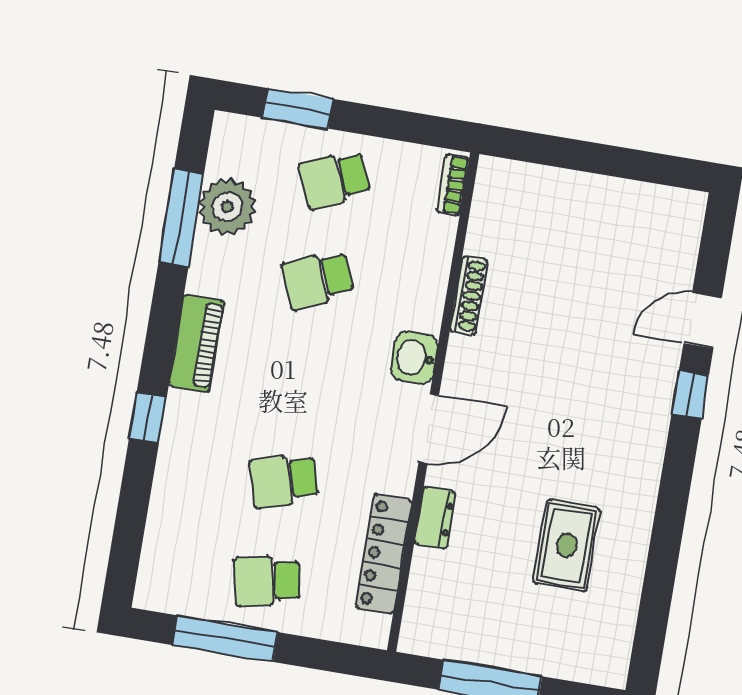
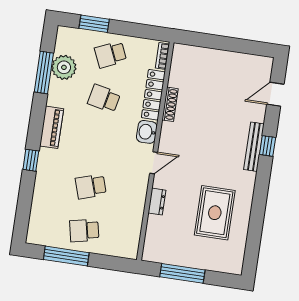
school desk: (318, 280) -> (104, 99), turned 36
door: (703, 320) -> (275, 94), moved
bench: (659, 396) -> (254, 147), added
door: (429, 429) -> (154, 163), width x0.73
rug: (567, 545) -> (215, 213), width x1.36, depth x1.43
locker: (384, 554) -> (153, 95), moved

